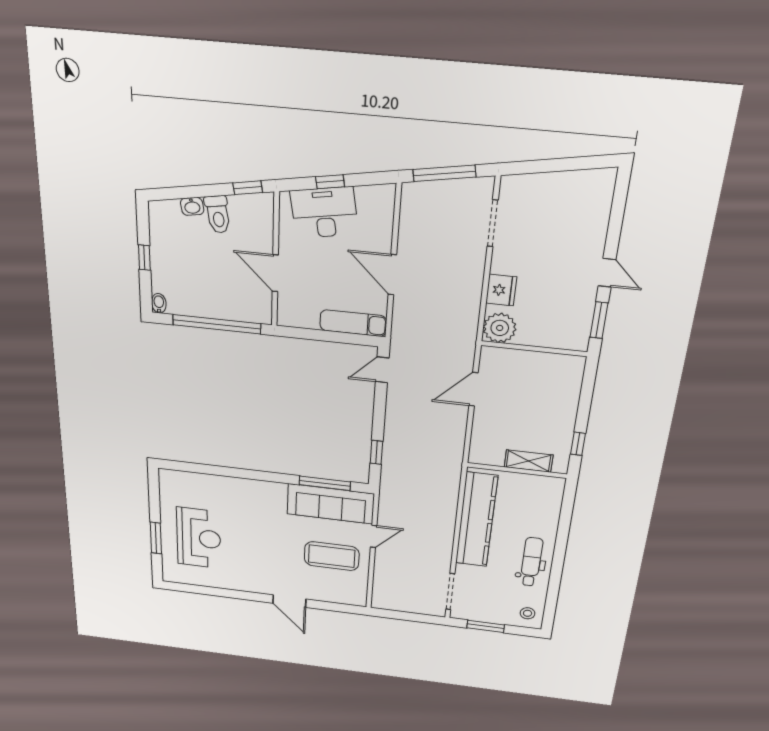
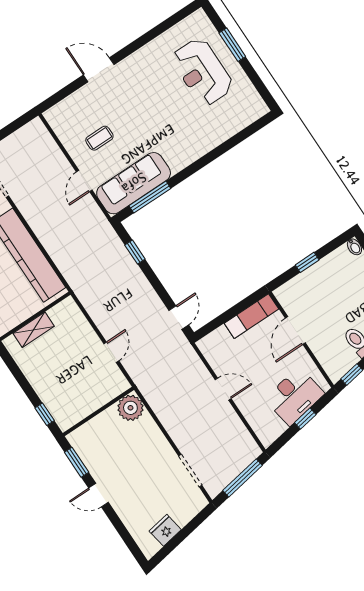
door: (275, 273) -> (295, 331), swing flipped
door: (392, 275) -> (223, 389), width x0.73
fridge: (501, 290) -> (165, 530), moved, turned 80
exam couch: (353, 323) -> (251, 316), moved
window: (217, 324) -> (307, 262), width x0.32
door: (474, 389) -> (111, 352), width x0.73
window: (578, 444) -> (45, 414), moved
coffee table: (332, 556) -> (99, 138), width x0.54, depth x0.58

